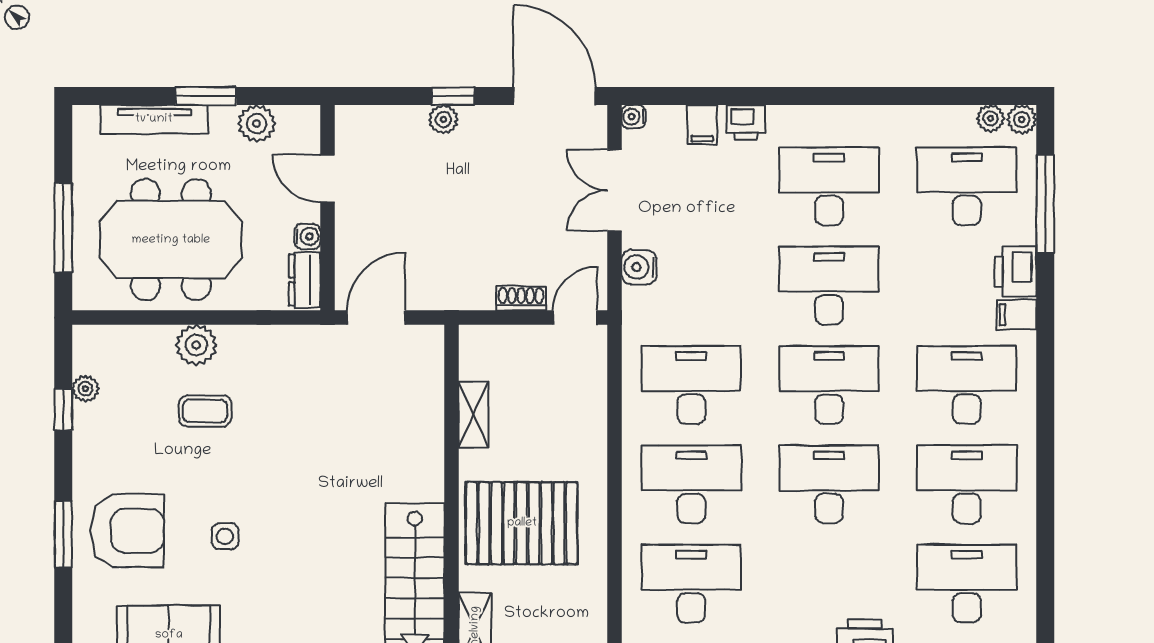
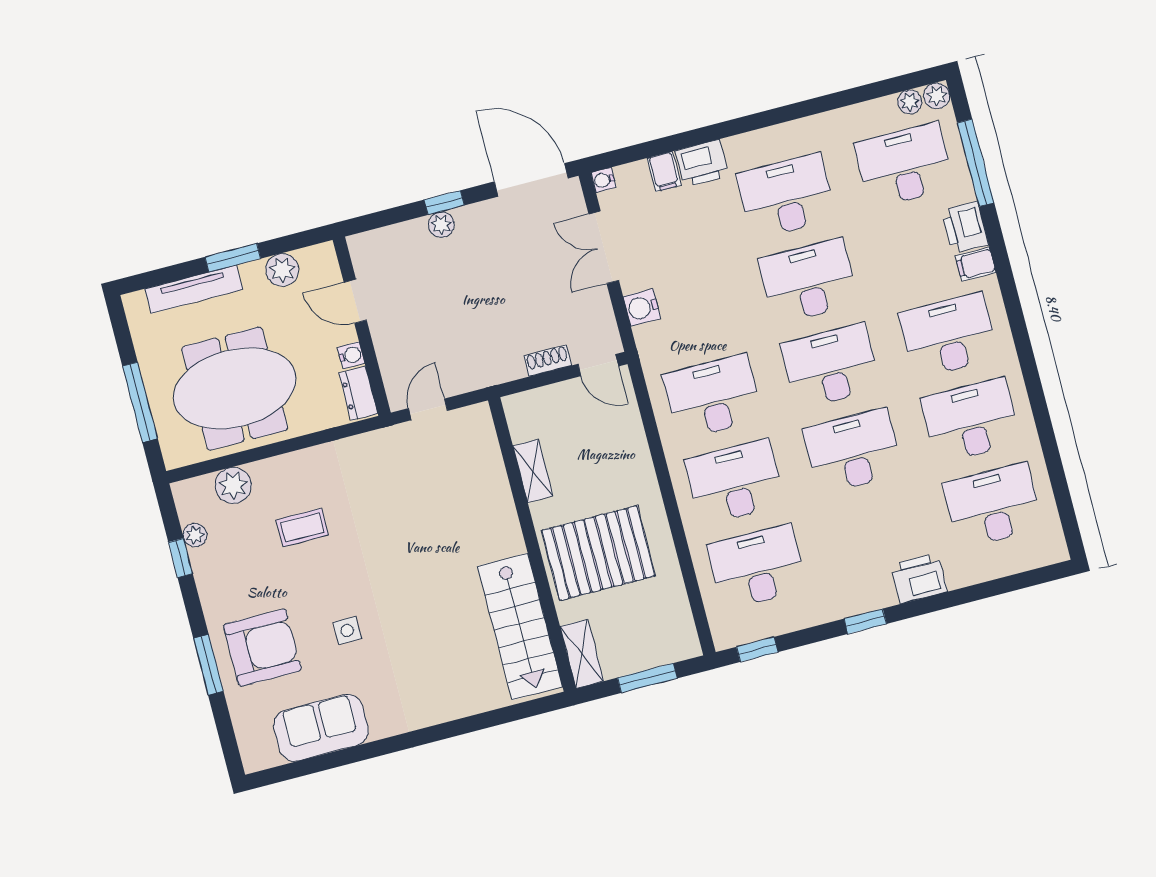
printer: (746, 122) -> (702, 163), width x1.36, depth x1.24
door: (376, 318) -> (428, 409), width x0.73
door: (575, 318) -> (598, 365), swing flipped
plant: (196, 345) -> (233, 485), moved

